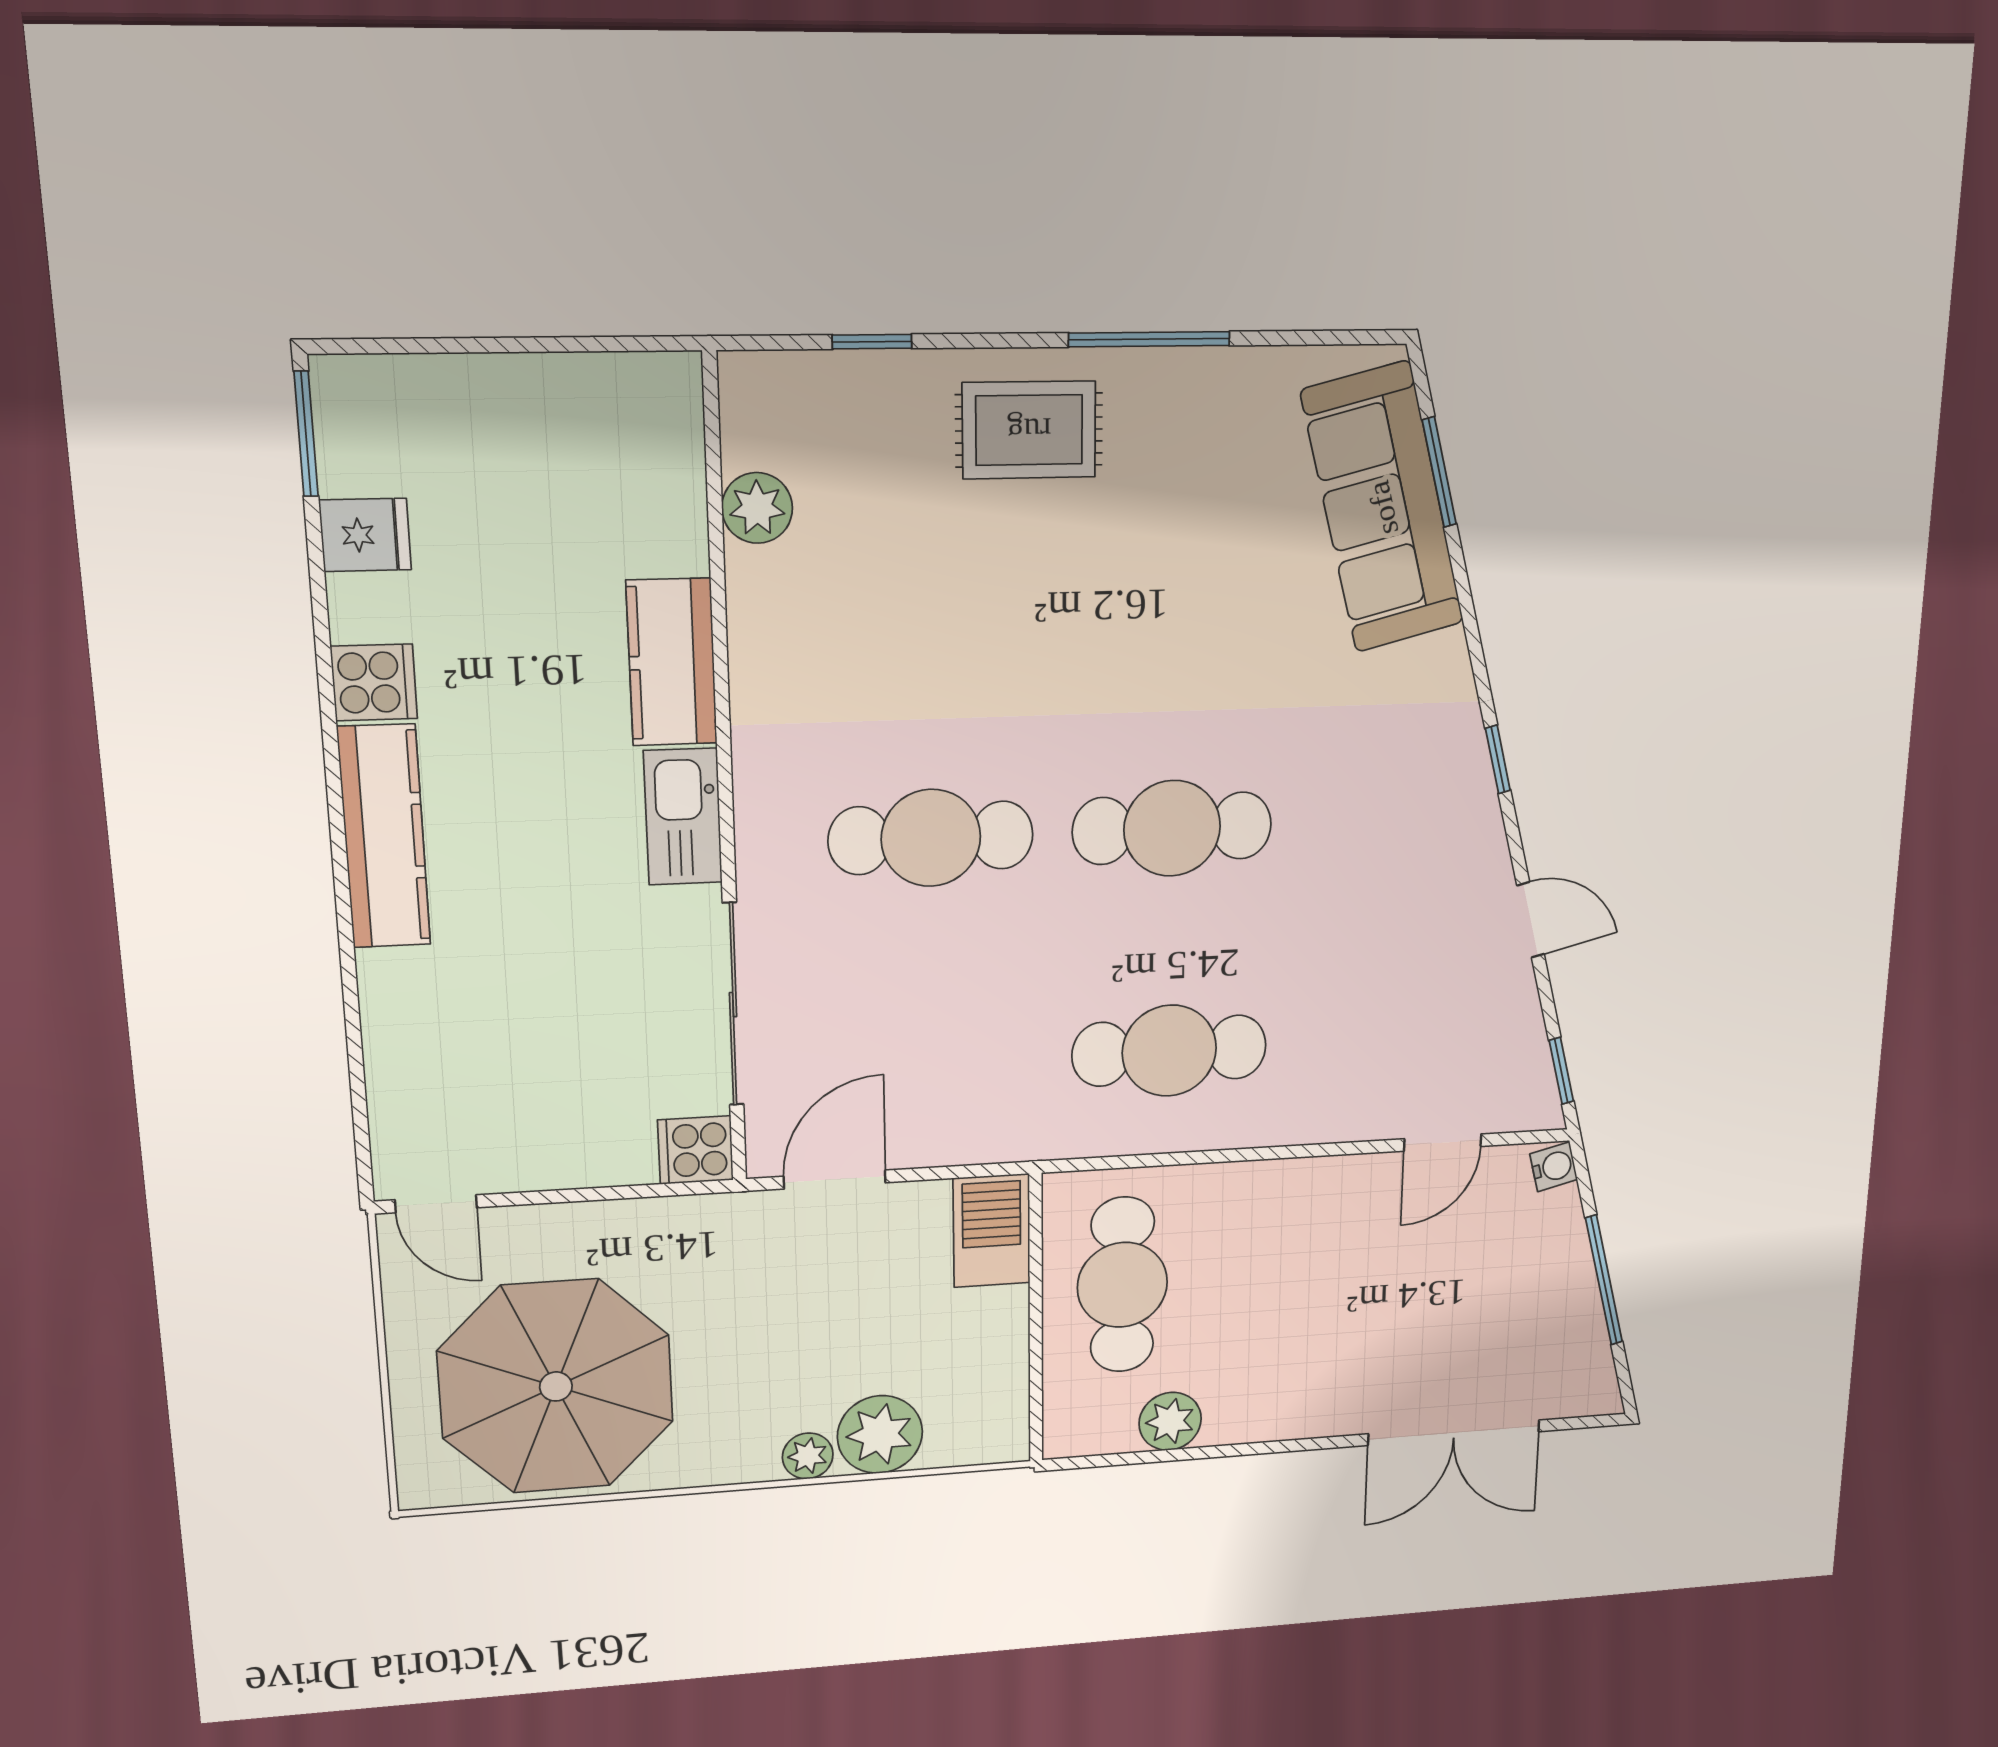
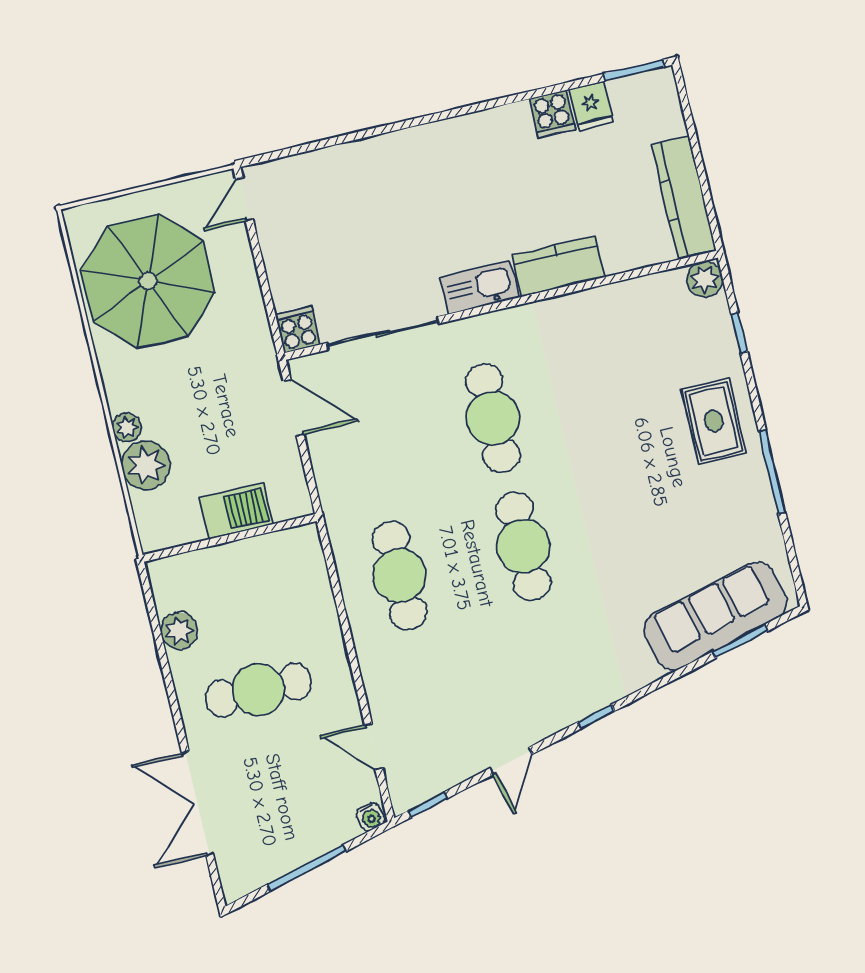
plant: (757, 508) -> (705, 279), moved
cooker: (374, 682) -> (552, 114), moved
kitchen counter: (384, 837) -> (684, 197), moved, turned 90
barbecue: (992, 1231) -> (236, 511), moved
cafe table: (1122, 1285) -> (258, 690), moved

